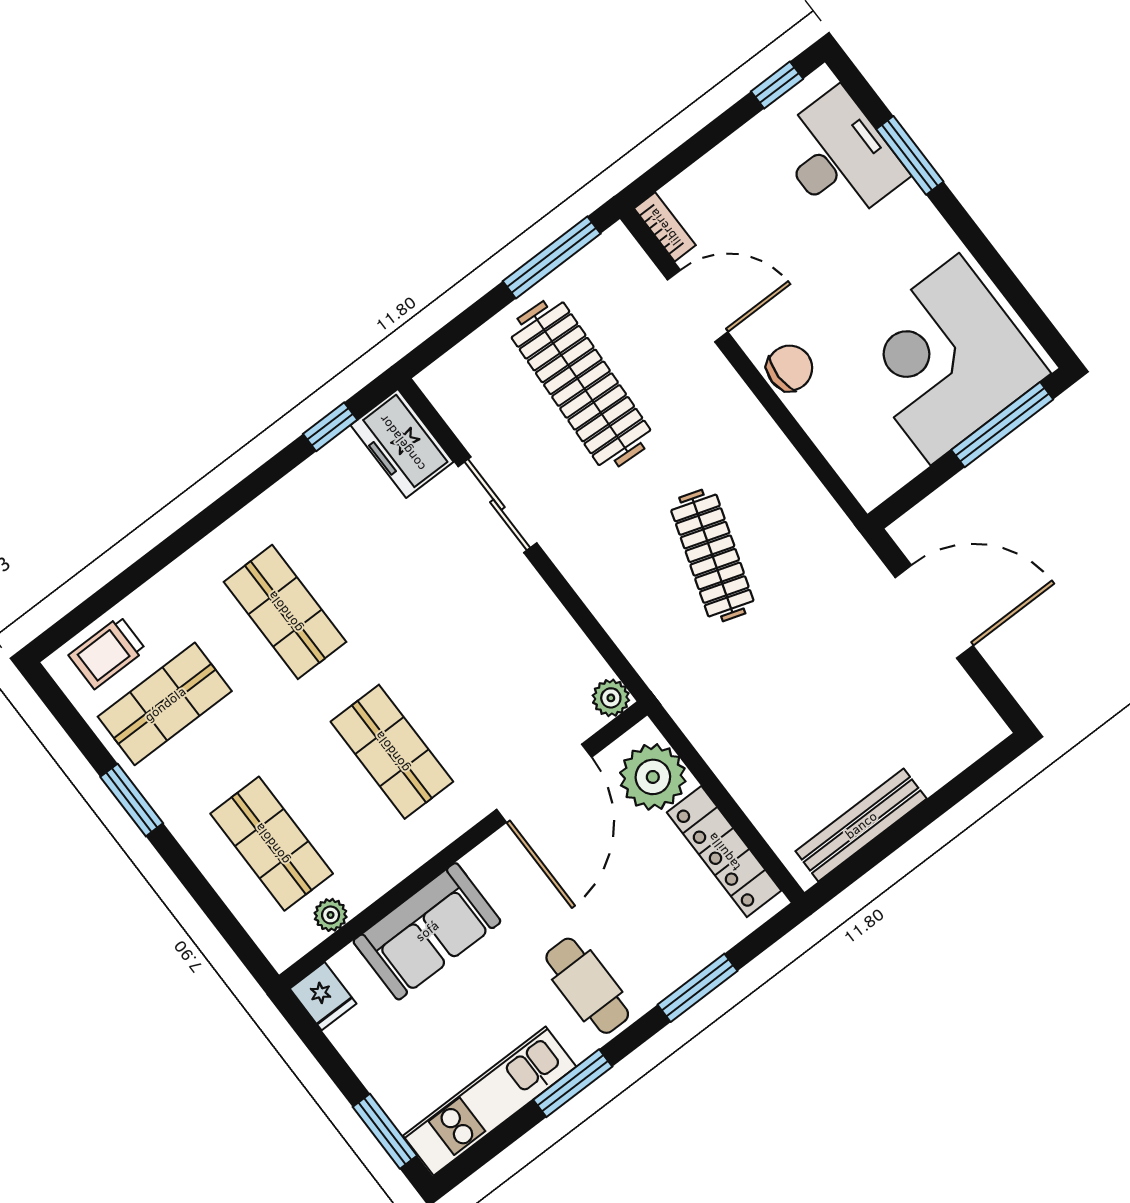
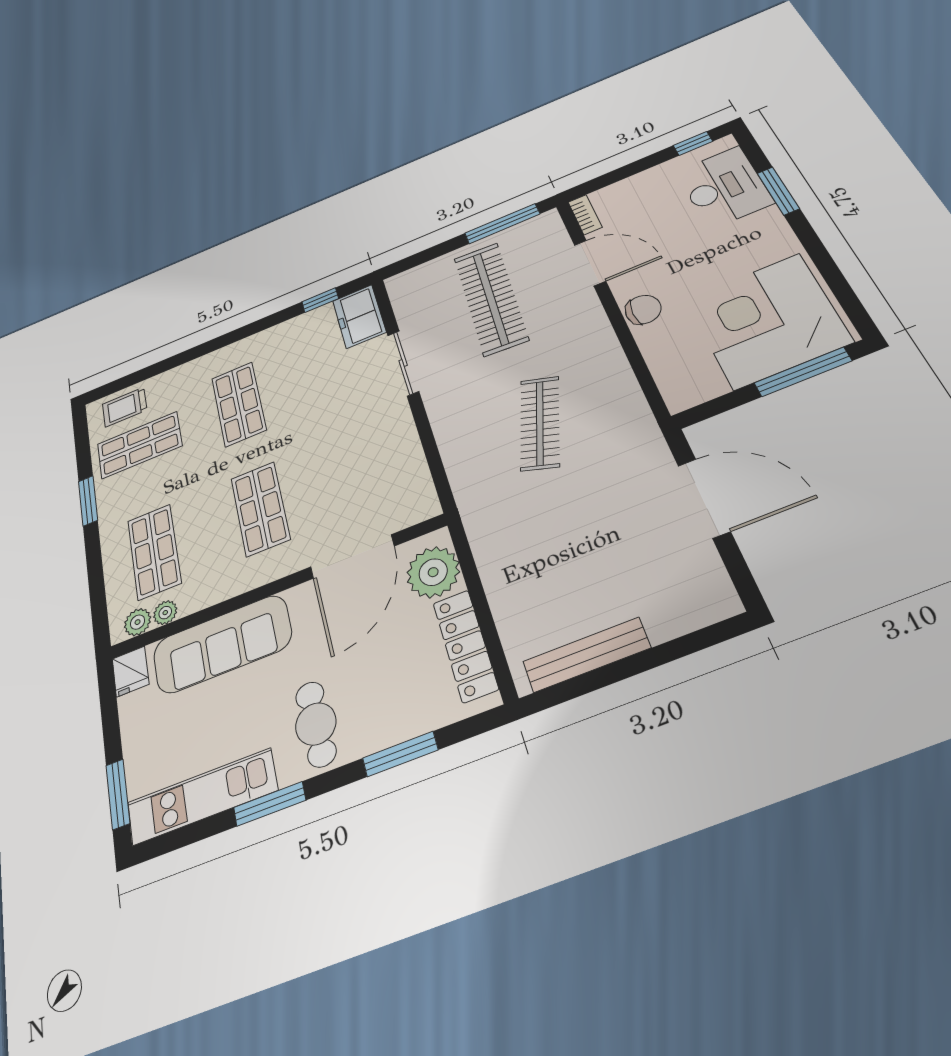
plant: (611, 698) -> (138, 622), moved
sofa: (427, 931) -> (222, 644), width x1.36

